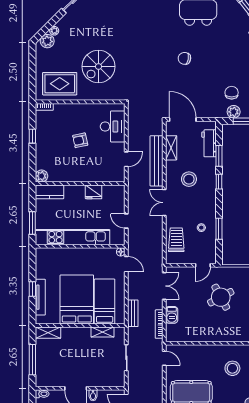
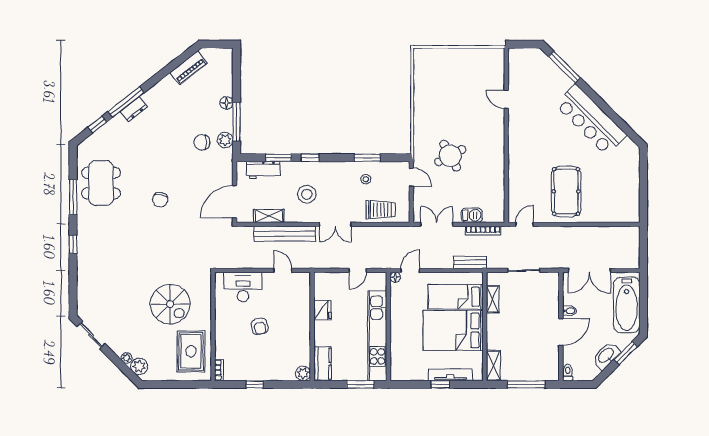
trolley: (176, 240) -> (381, 210), turned 180
stool: (232, 368) -> (537, 141), removed

